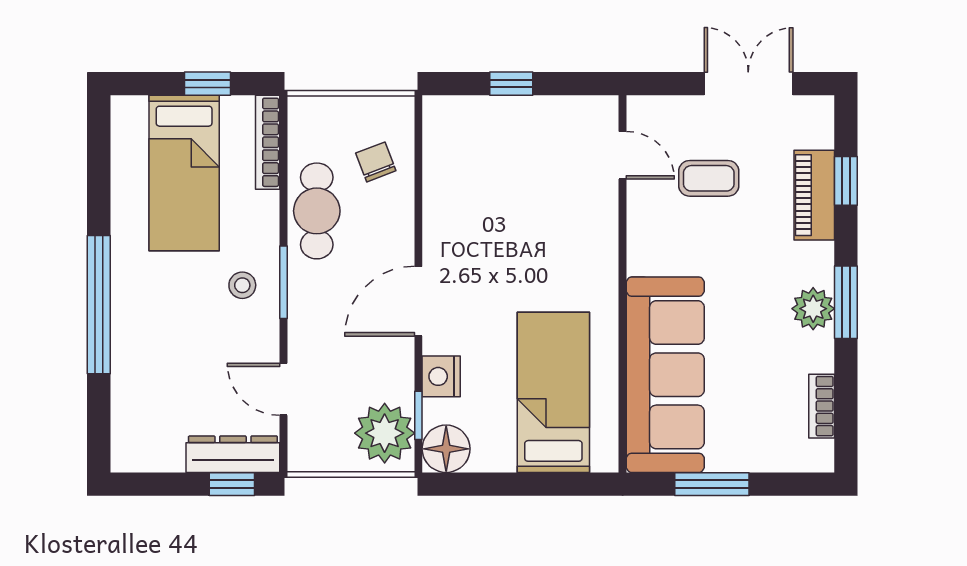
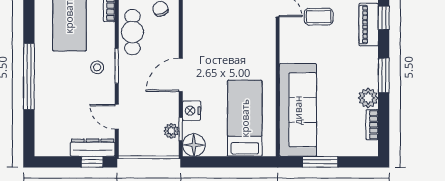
plant: (813, 309) -> (368, 98), moved
plant: (385, 433) -> (171, 131), width x0.53, depth x0.53

